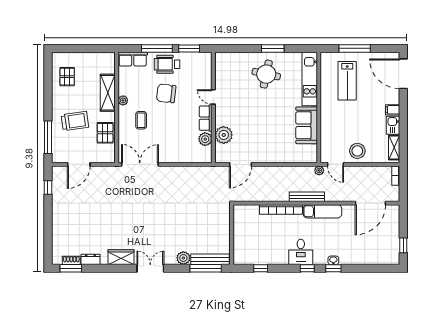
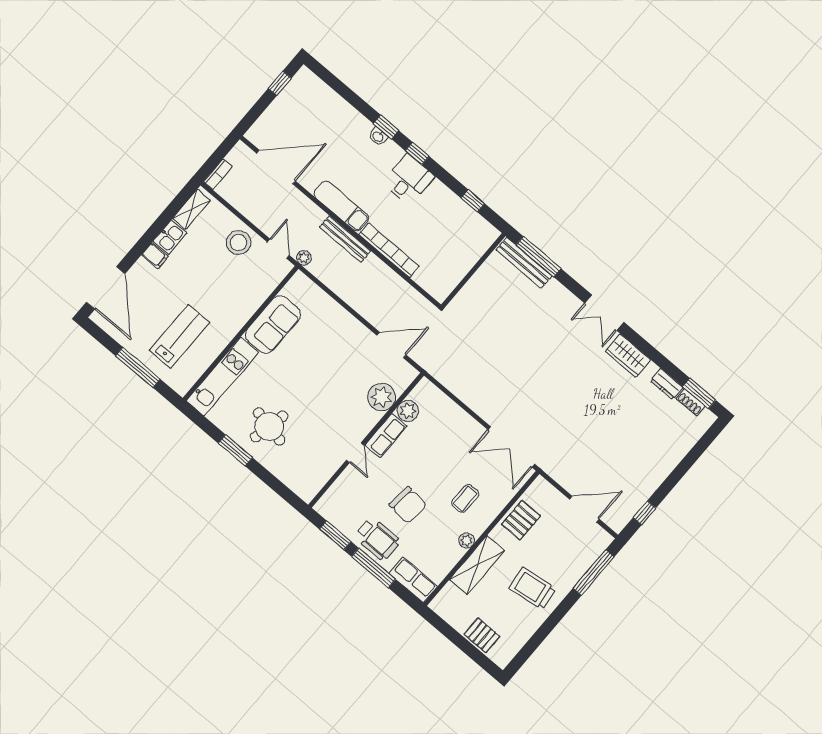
pallet: (67, 77) -> (482, 635), moved, turned 90
trolley: (75, 121) -> (532, 588), moved
plant: (183, 258) -> (554, 291), removed

